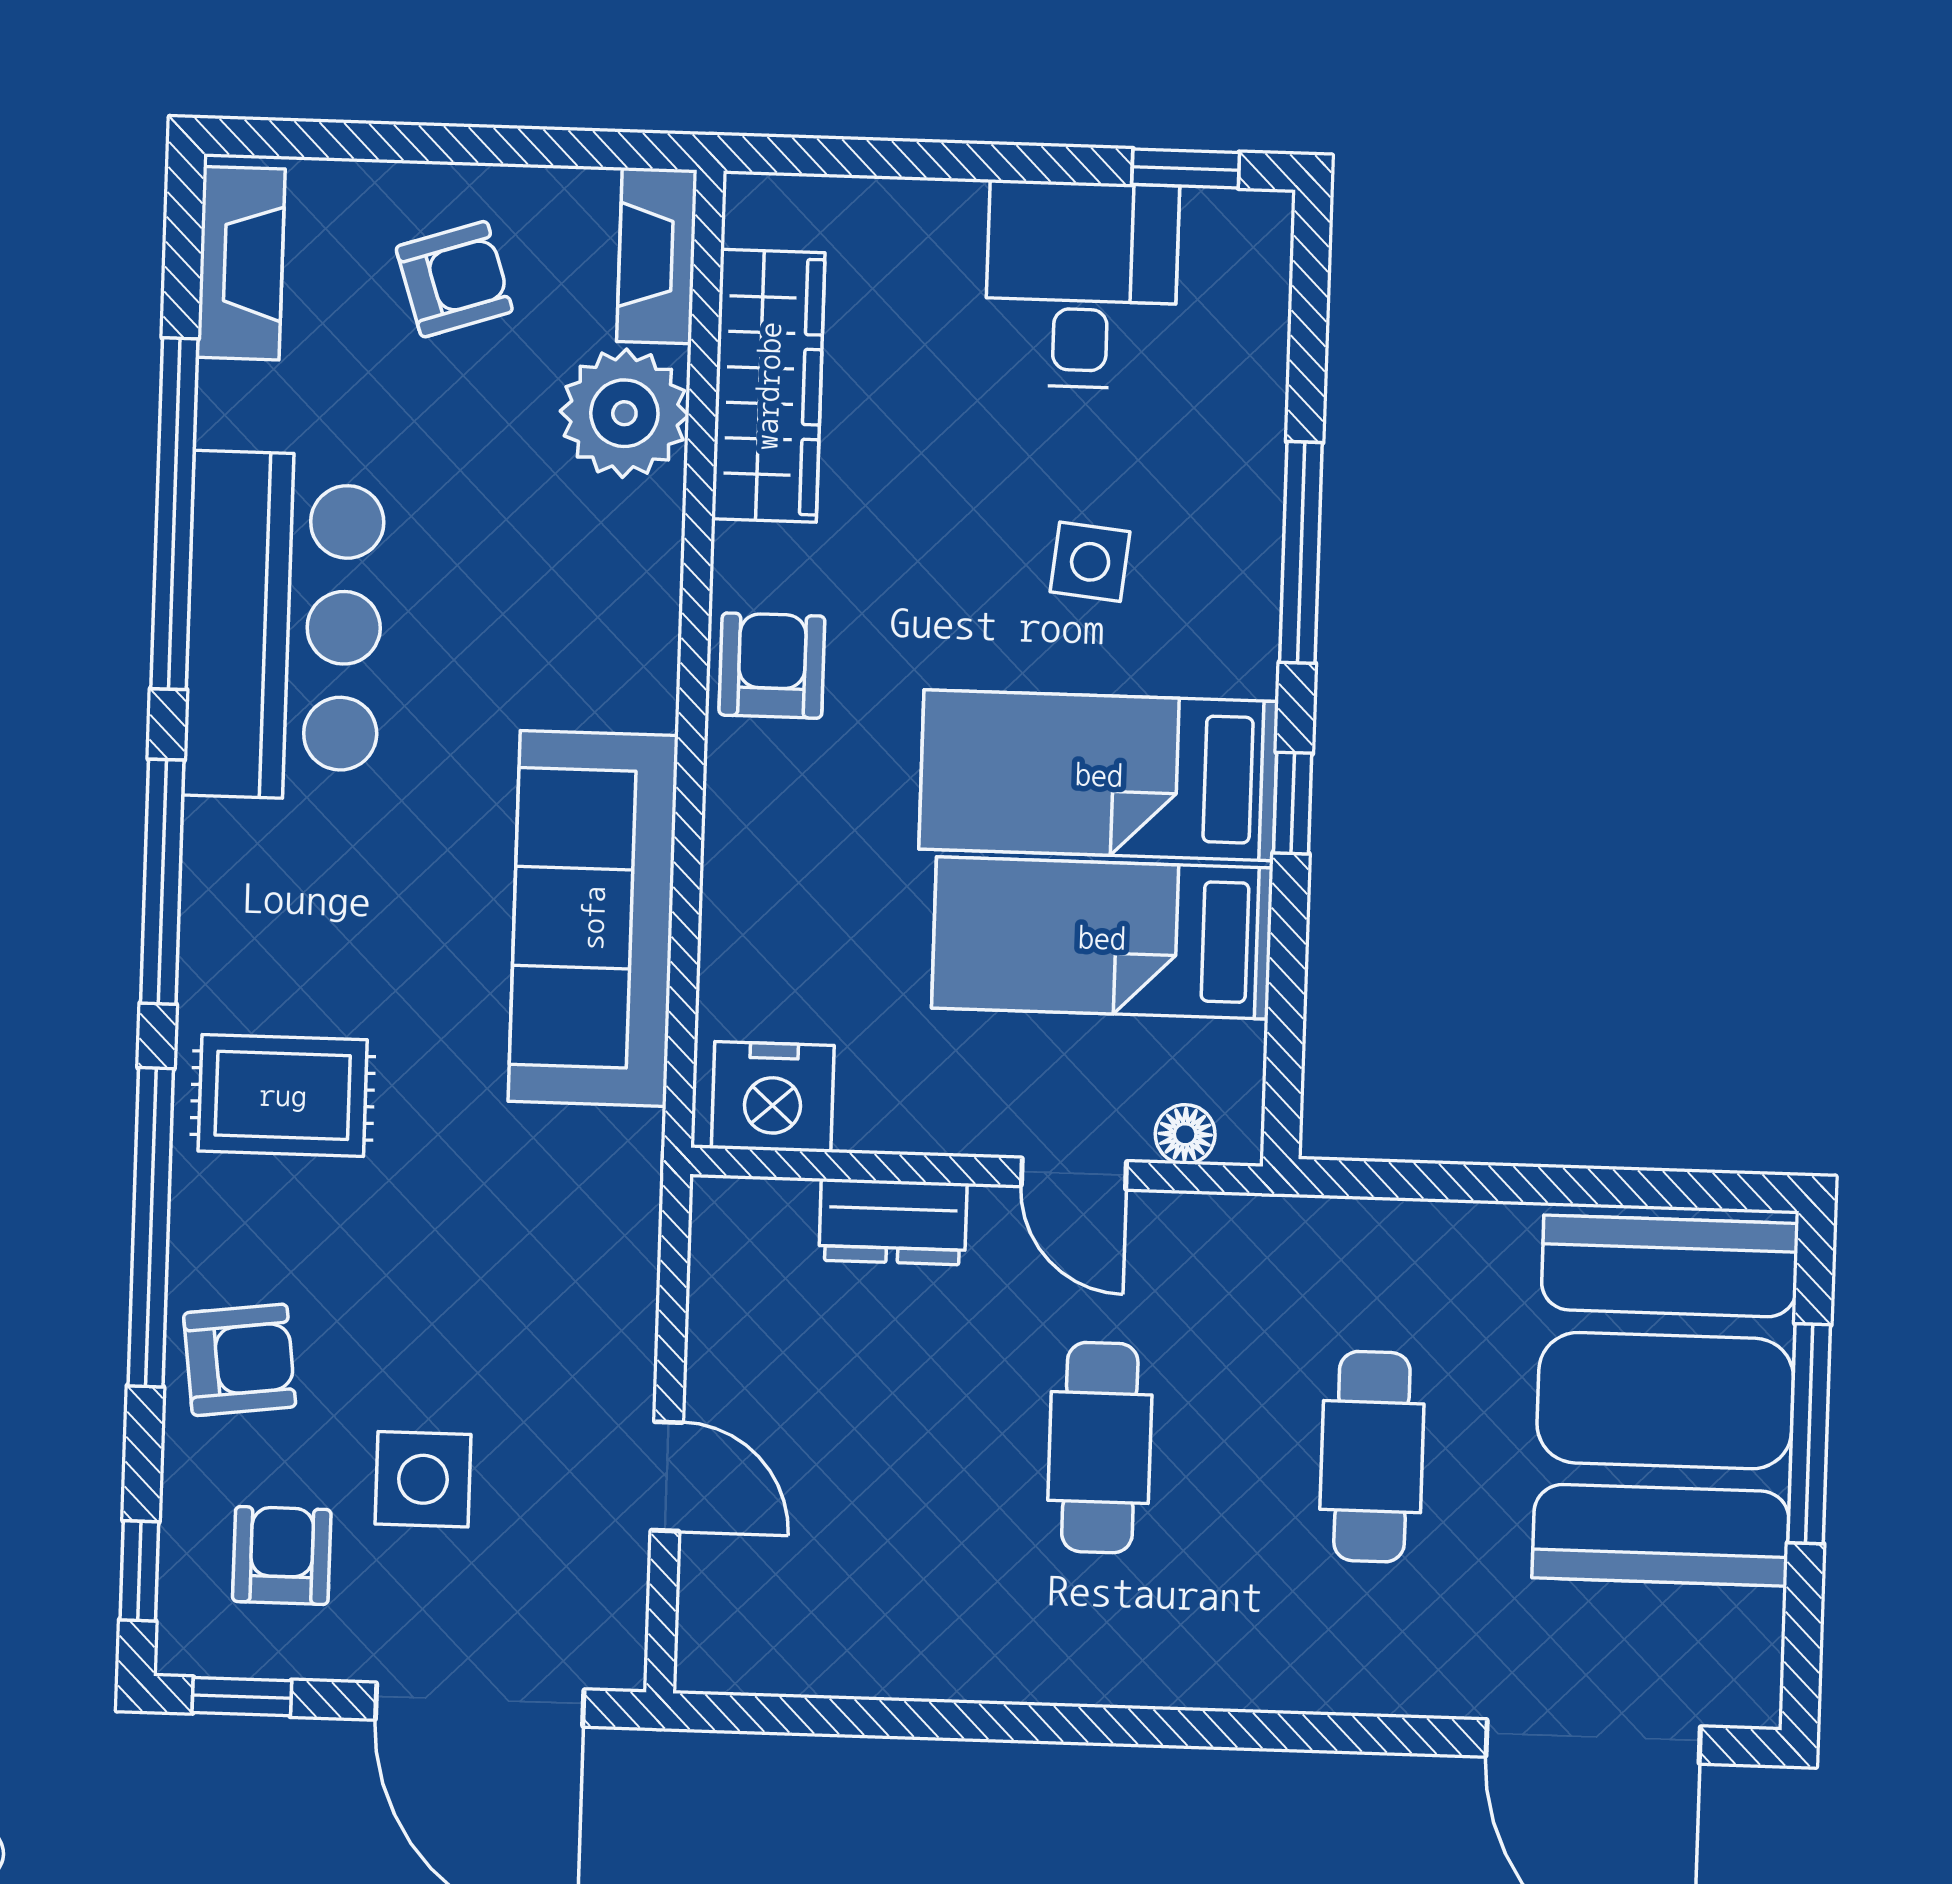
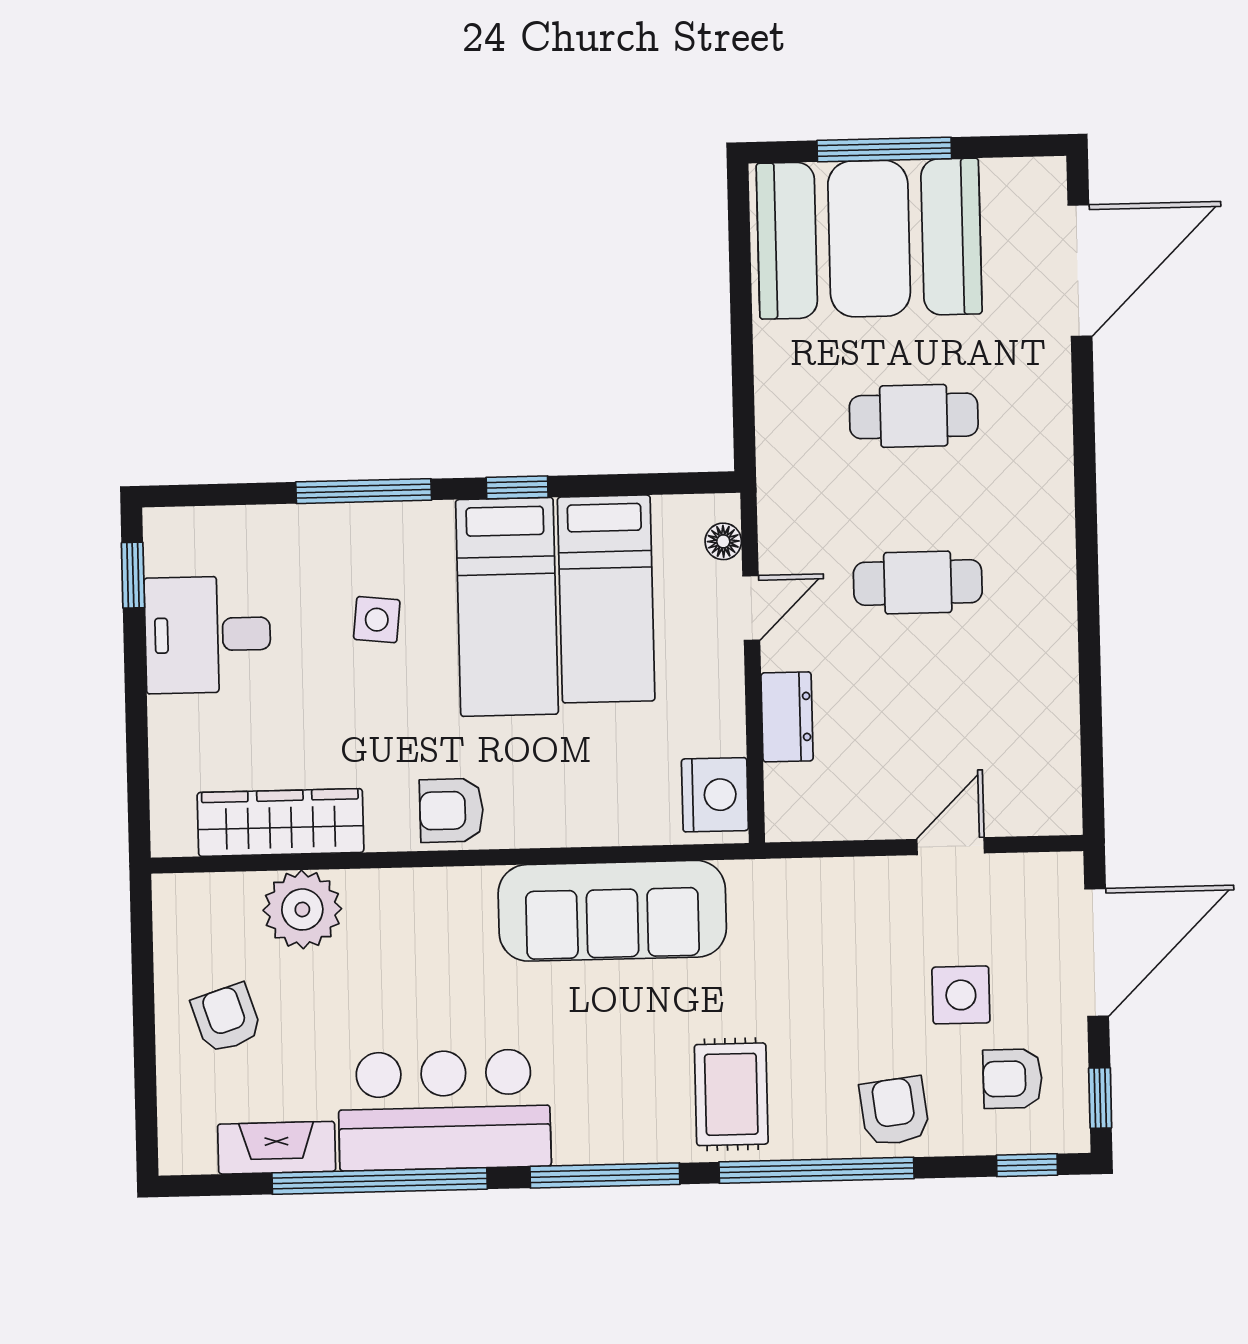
fireplace: (657, 256) -> (205, 895), removed
fireplace: (241, 263) -> (277, 1148), moved

